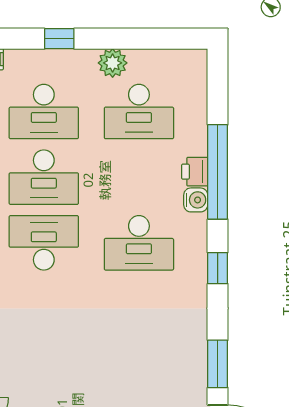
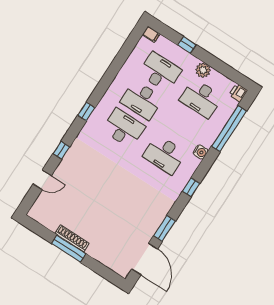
desk: (44, 111) -> (160, 72), turned 180
printer: (195, 172) -> (238, 93), moved
window: (218, 172) -> (229, 129), moved

